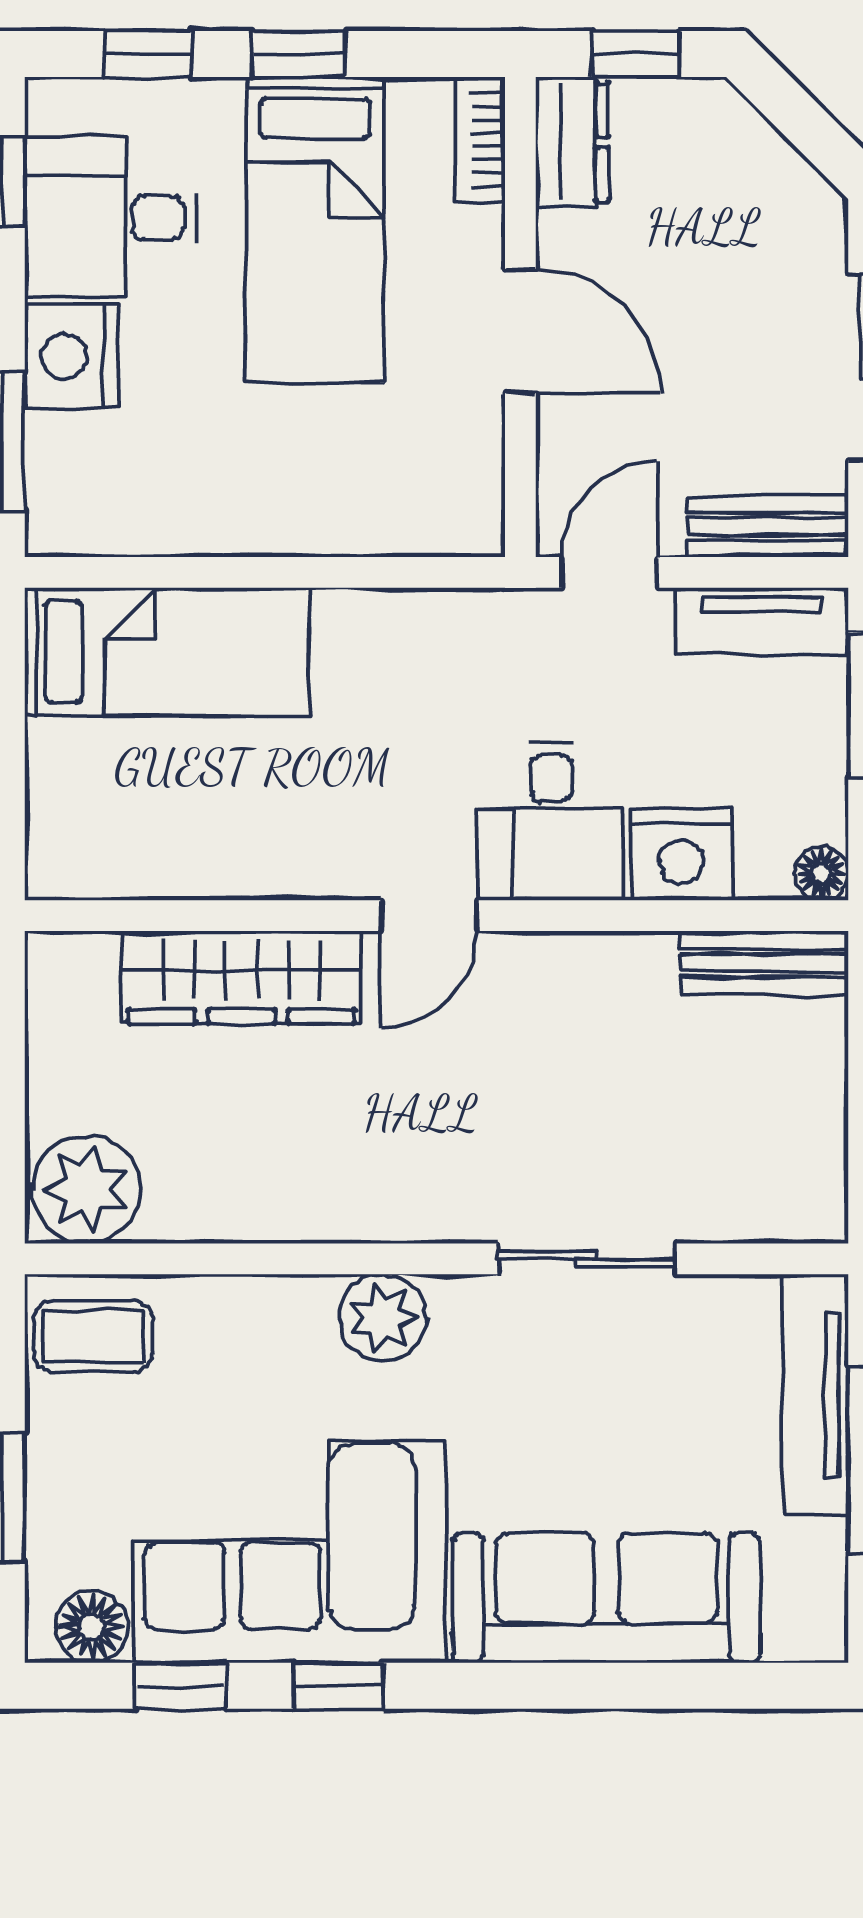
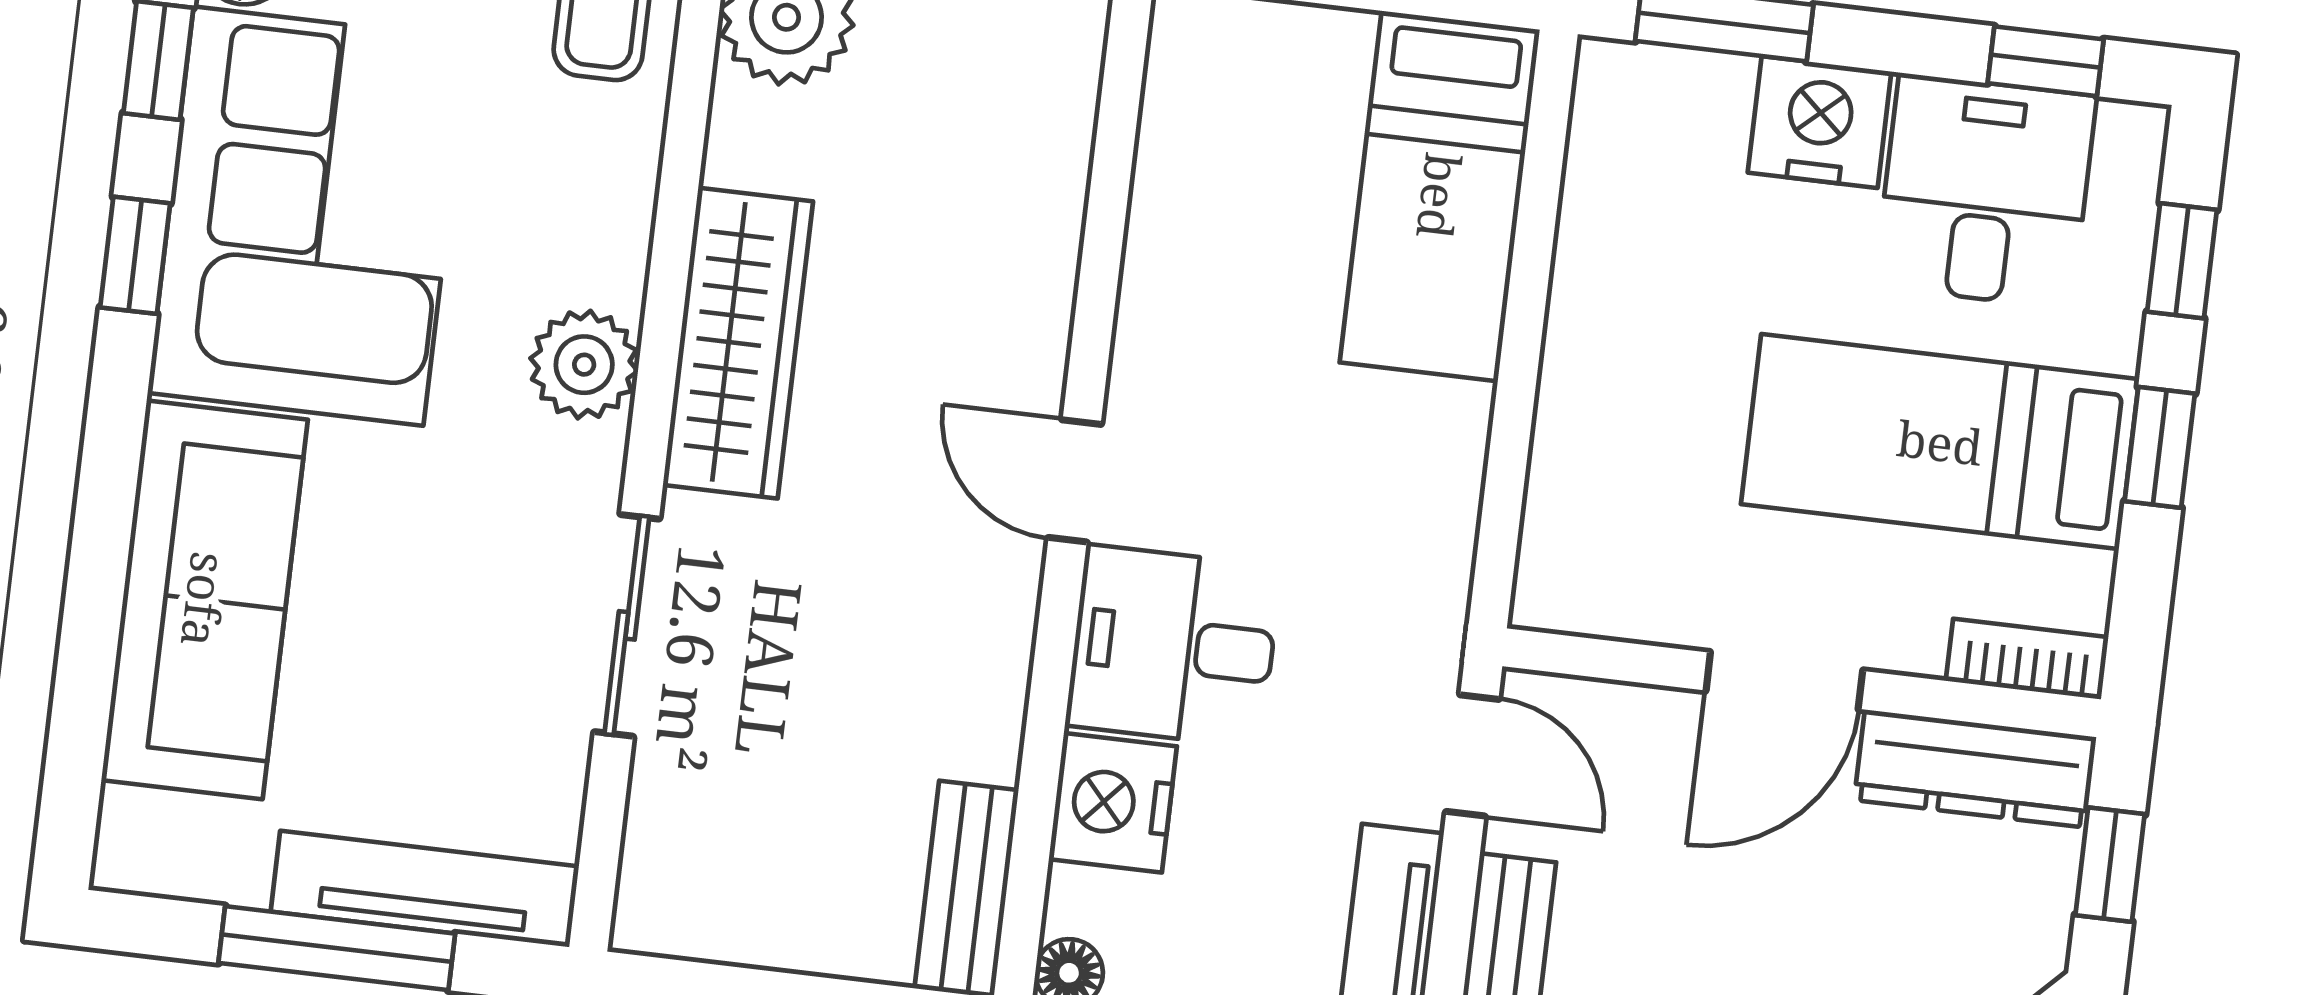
dresser: (572, 142) -> (1975, 769), width x1.44
wardrobe: (241, 977) -> (738, 343), moved, turned 180

